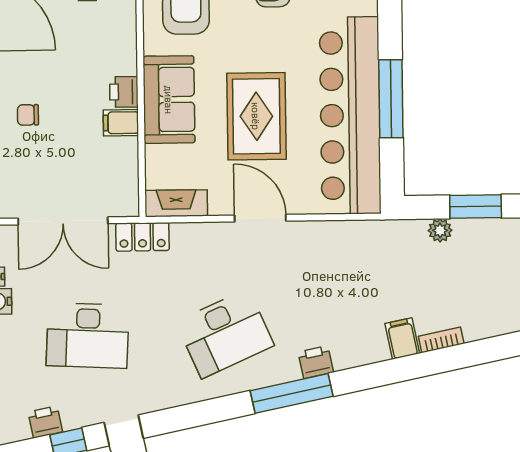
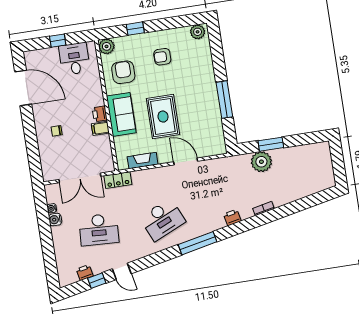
bar counter: (350, 115) -> (207, 110), removed
fireplace: (176, 203) -> (143, 160), moved
door: (260, 218) -> (186, 162), moved
plant: (440, 230) -> (261, 162), width x1.88, depth x1.88
filing cabinet: (402, 338) -> (245, 210), removed
printer: (316, 362) -> (232, 218), moved

